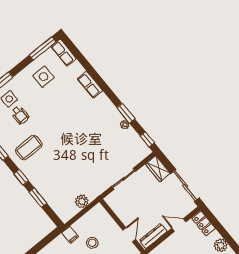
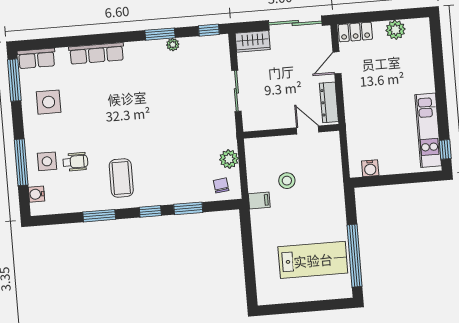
row of seats: (90, 85) -> (96, 53), width x1.48
chair: (64, 207) -> (221, 185), added

